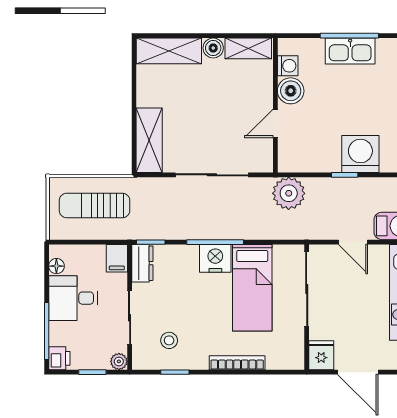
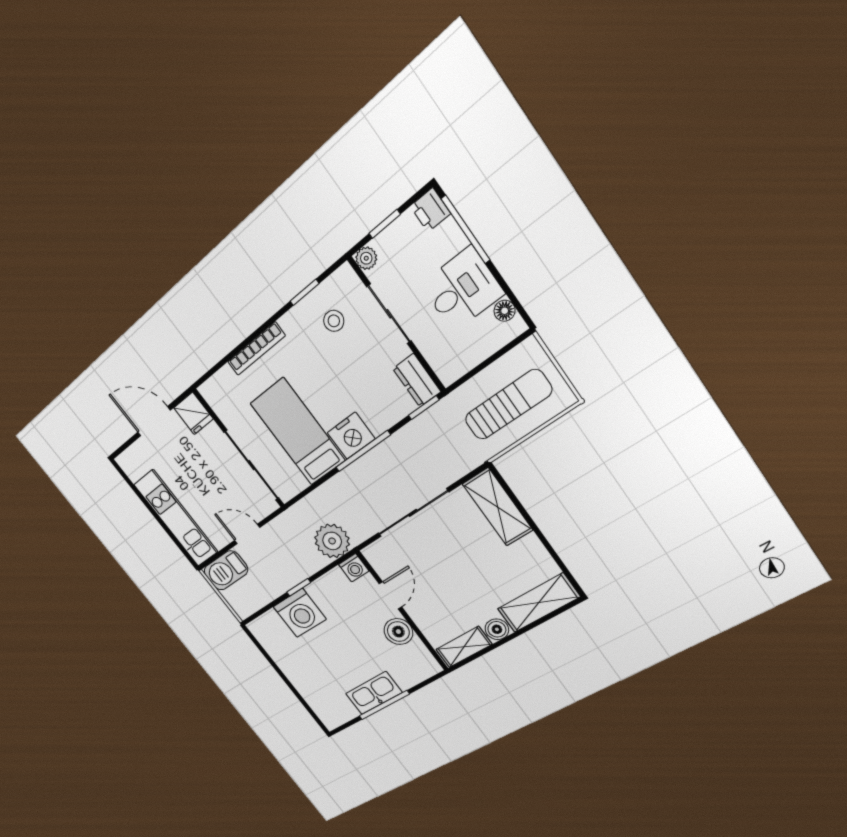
washing machine: (288, 66) -> (354, 568), moved, turned -90
filing cabinet: (117, 258) -> (446, 366), removed

